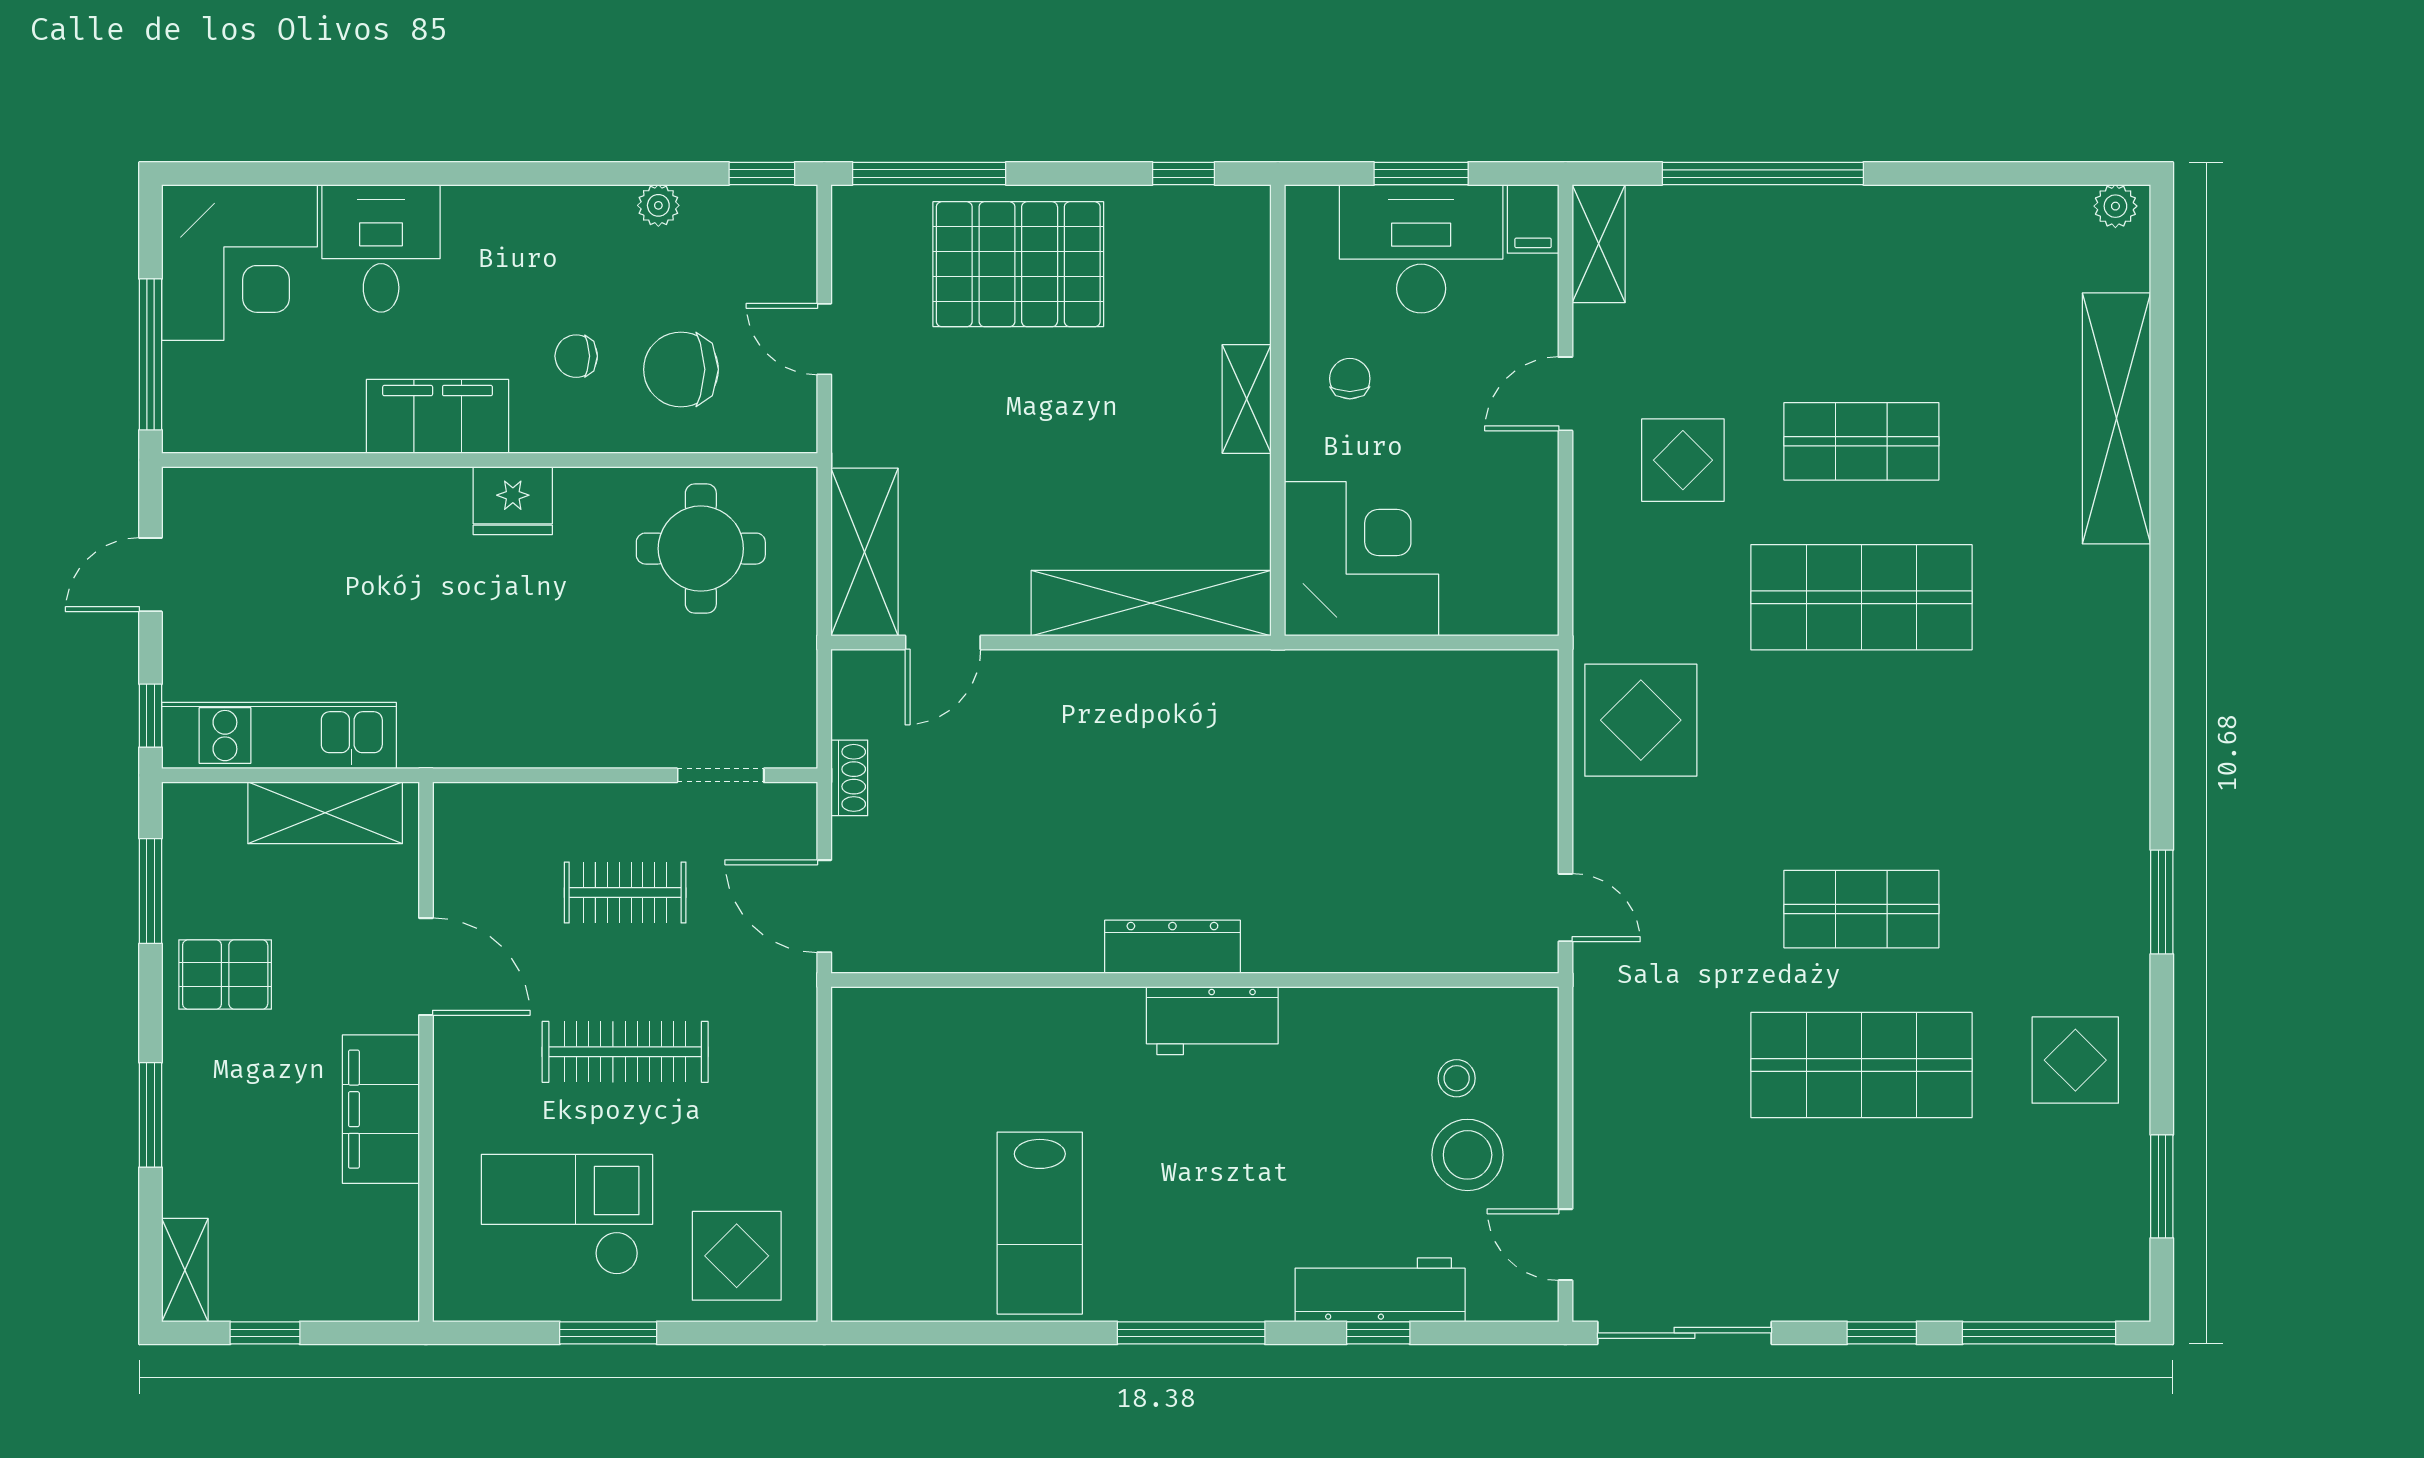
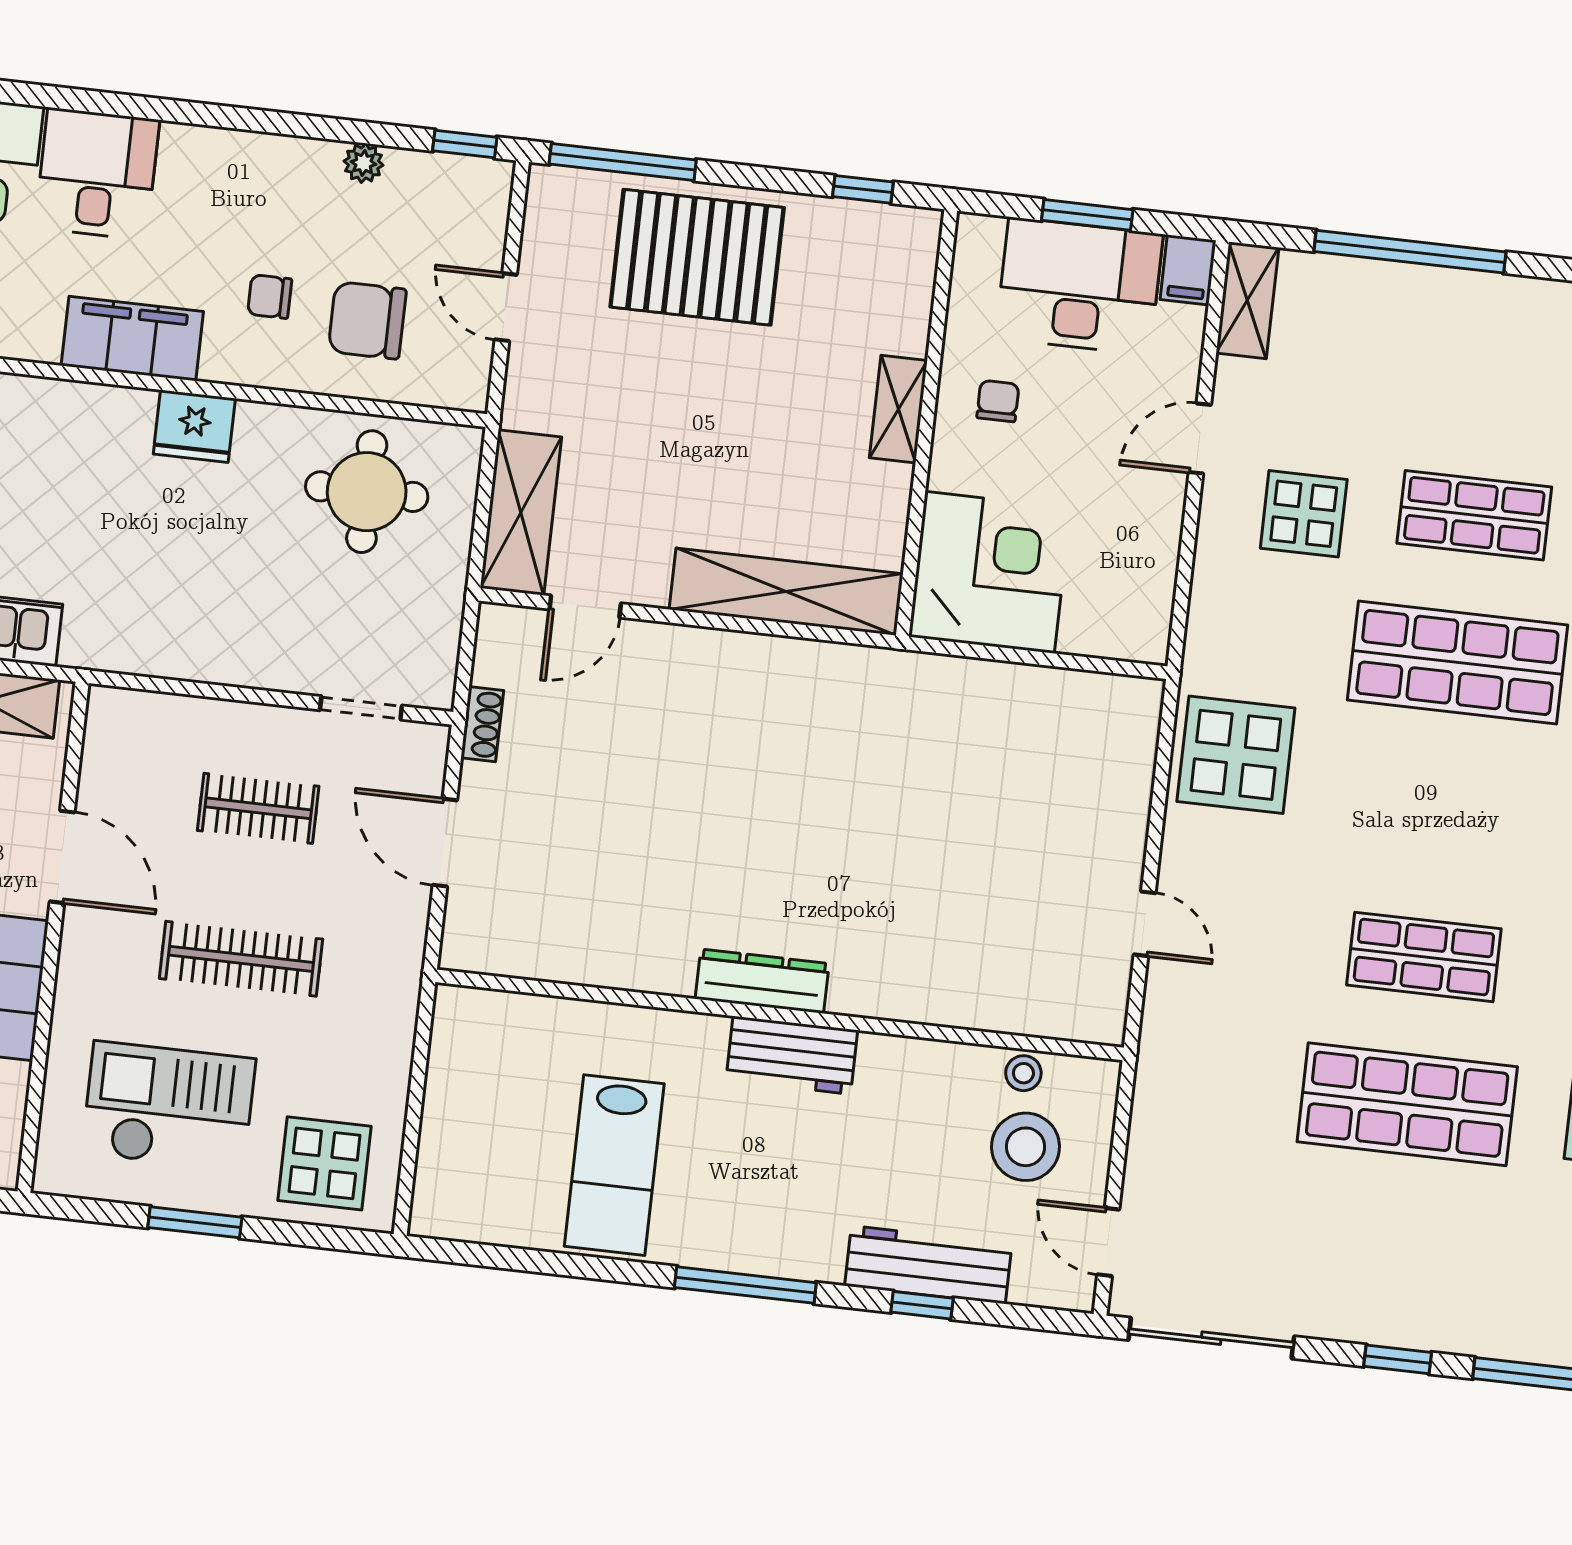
dresser: (1172, 947) -> (762, 981), moved
wall: (1195, 980) -> (780, 1015), moved
workbench: (1212, 1021) -> (792, 1055), moved

